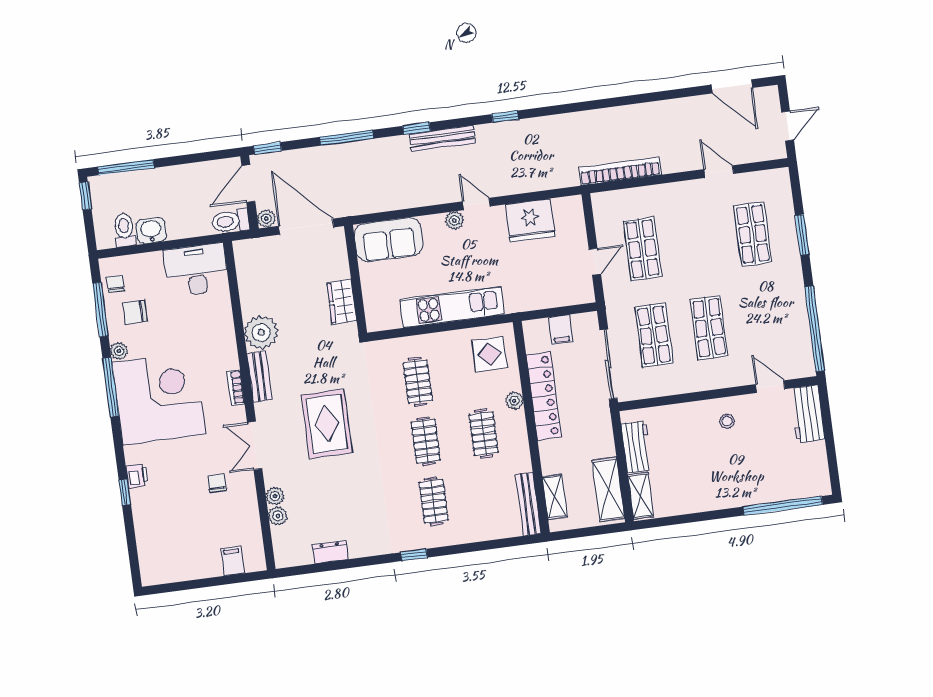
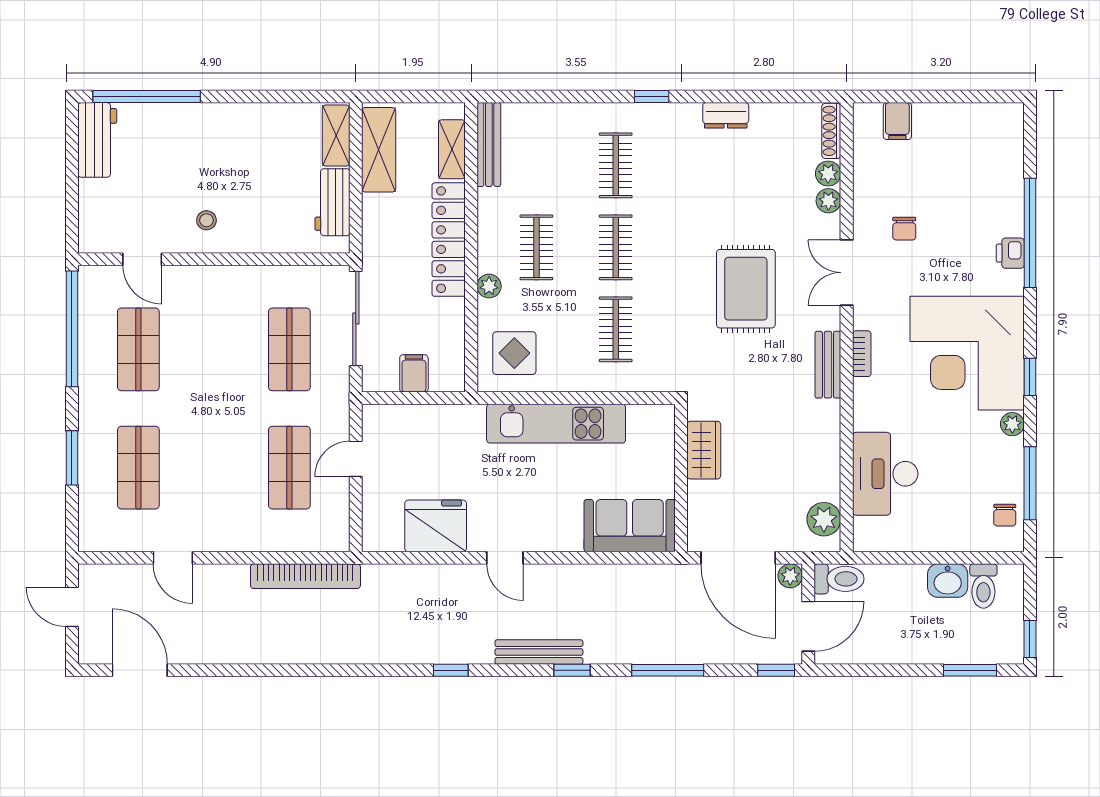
door: (788, 126) -> (72, 607), hinge flipped
window: (126, 167) -> (970, 670), width x0.69
plant: (455, 221) -> (537, 539), removed
desk: (196, 270) -> (885, 474), moved, turned 90
chair: (135, 312) -> (984, 474), removed
shop shelf: (709, 328) -> (138, 349), moved
plant: (261, 332) -> (824, 519), moved, width x0.73, depth x0.73
window: (111, 387) -> (1030, 377), width x0.46
locker: (544, 396) -> (449, 240), moved
workbench: (807, 414) -> (97, 140), moved
double door: (255, 445) -> (847, 273), swing flipped
window: (125, 492) -> (1030, 233), width x3.17
shoe rack: (280, 547) -> (831, 131), added
dresser: (330, 552) -> (726, 115), moved

